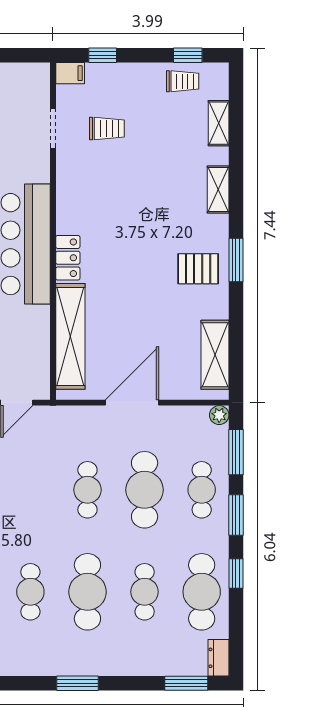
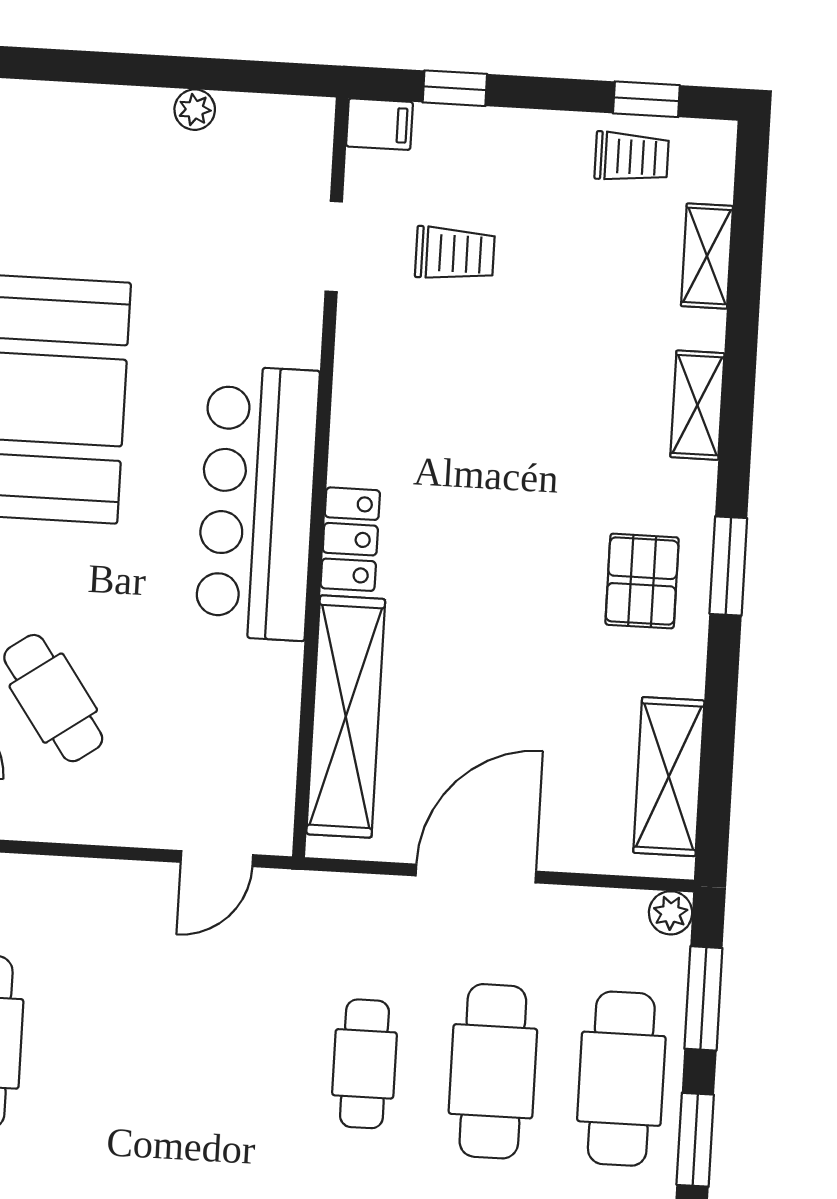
pallet: (198, 269) -> (642, 581), turned 90
cafe table: (202, 490) -> (621, 1079), width x1.37, depth x1.35

